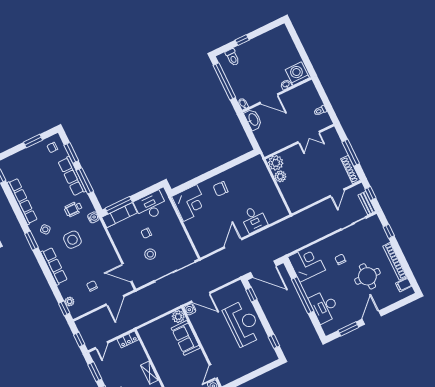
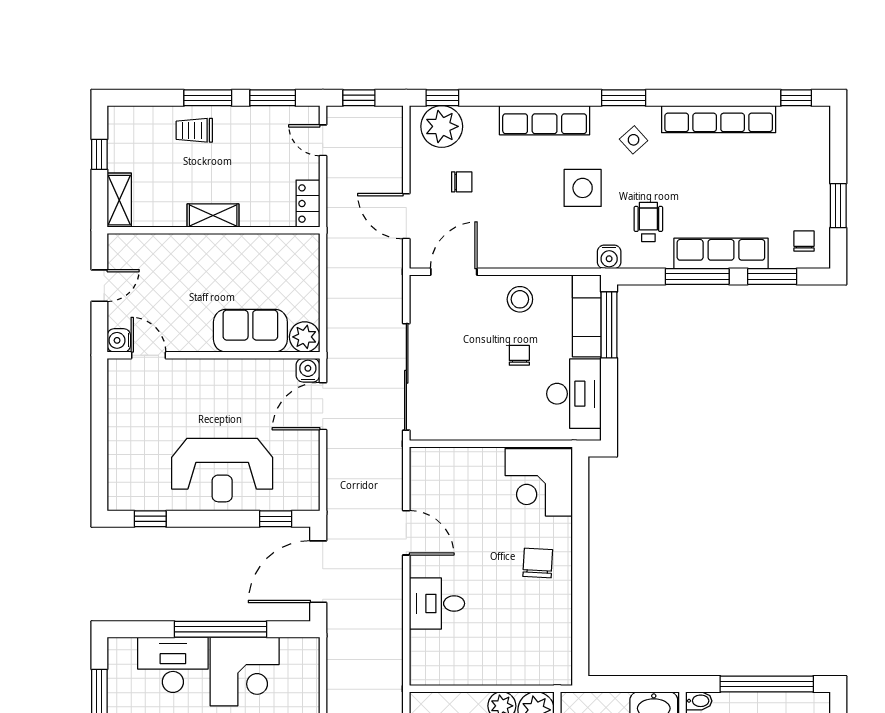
stool: (150, 254) -> (520, 299), moved
corner desk: (307, 263) -> (245, 672), moved
plant: (70, 301) -> (442, 126), width x1.87, depth x1.87

